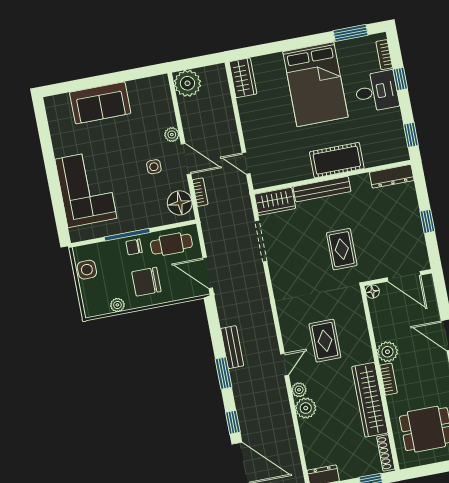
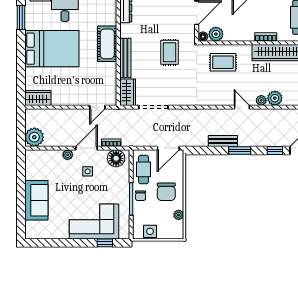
window: (59, 210) -> (105, 243), added
rug: (342, 249) -> (170, 52), turned 90
rug: (325, 341) -> (223, 62), moved
plant: (387, 352) -> (216, 34), moved

